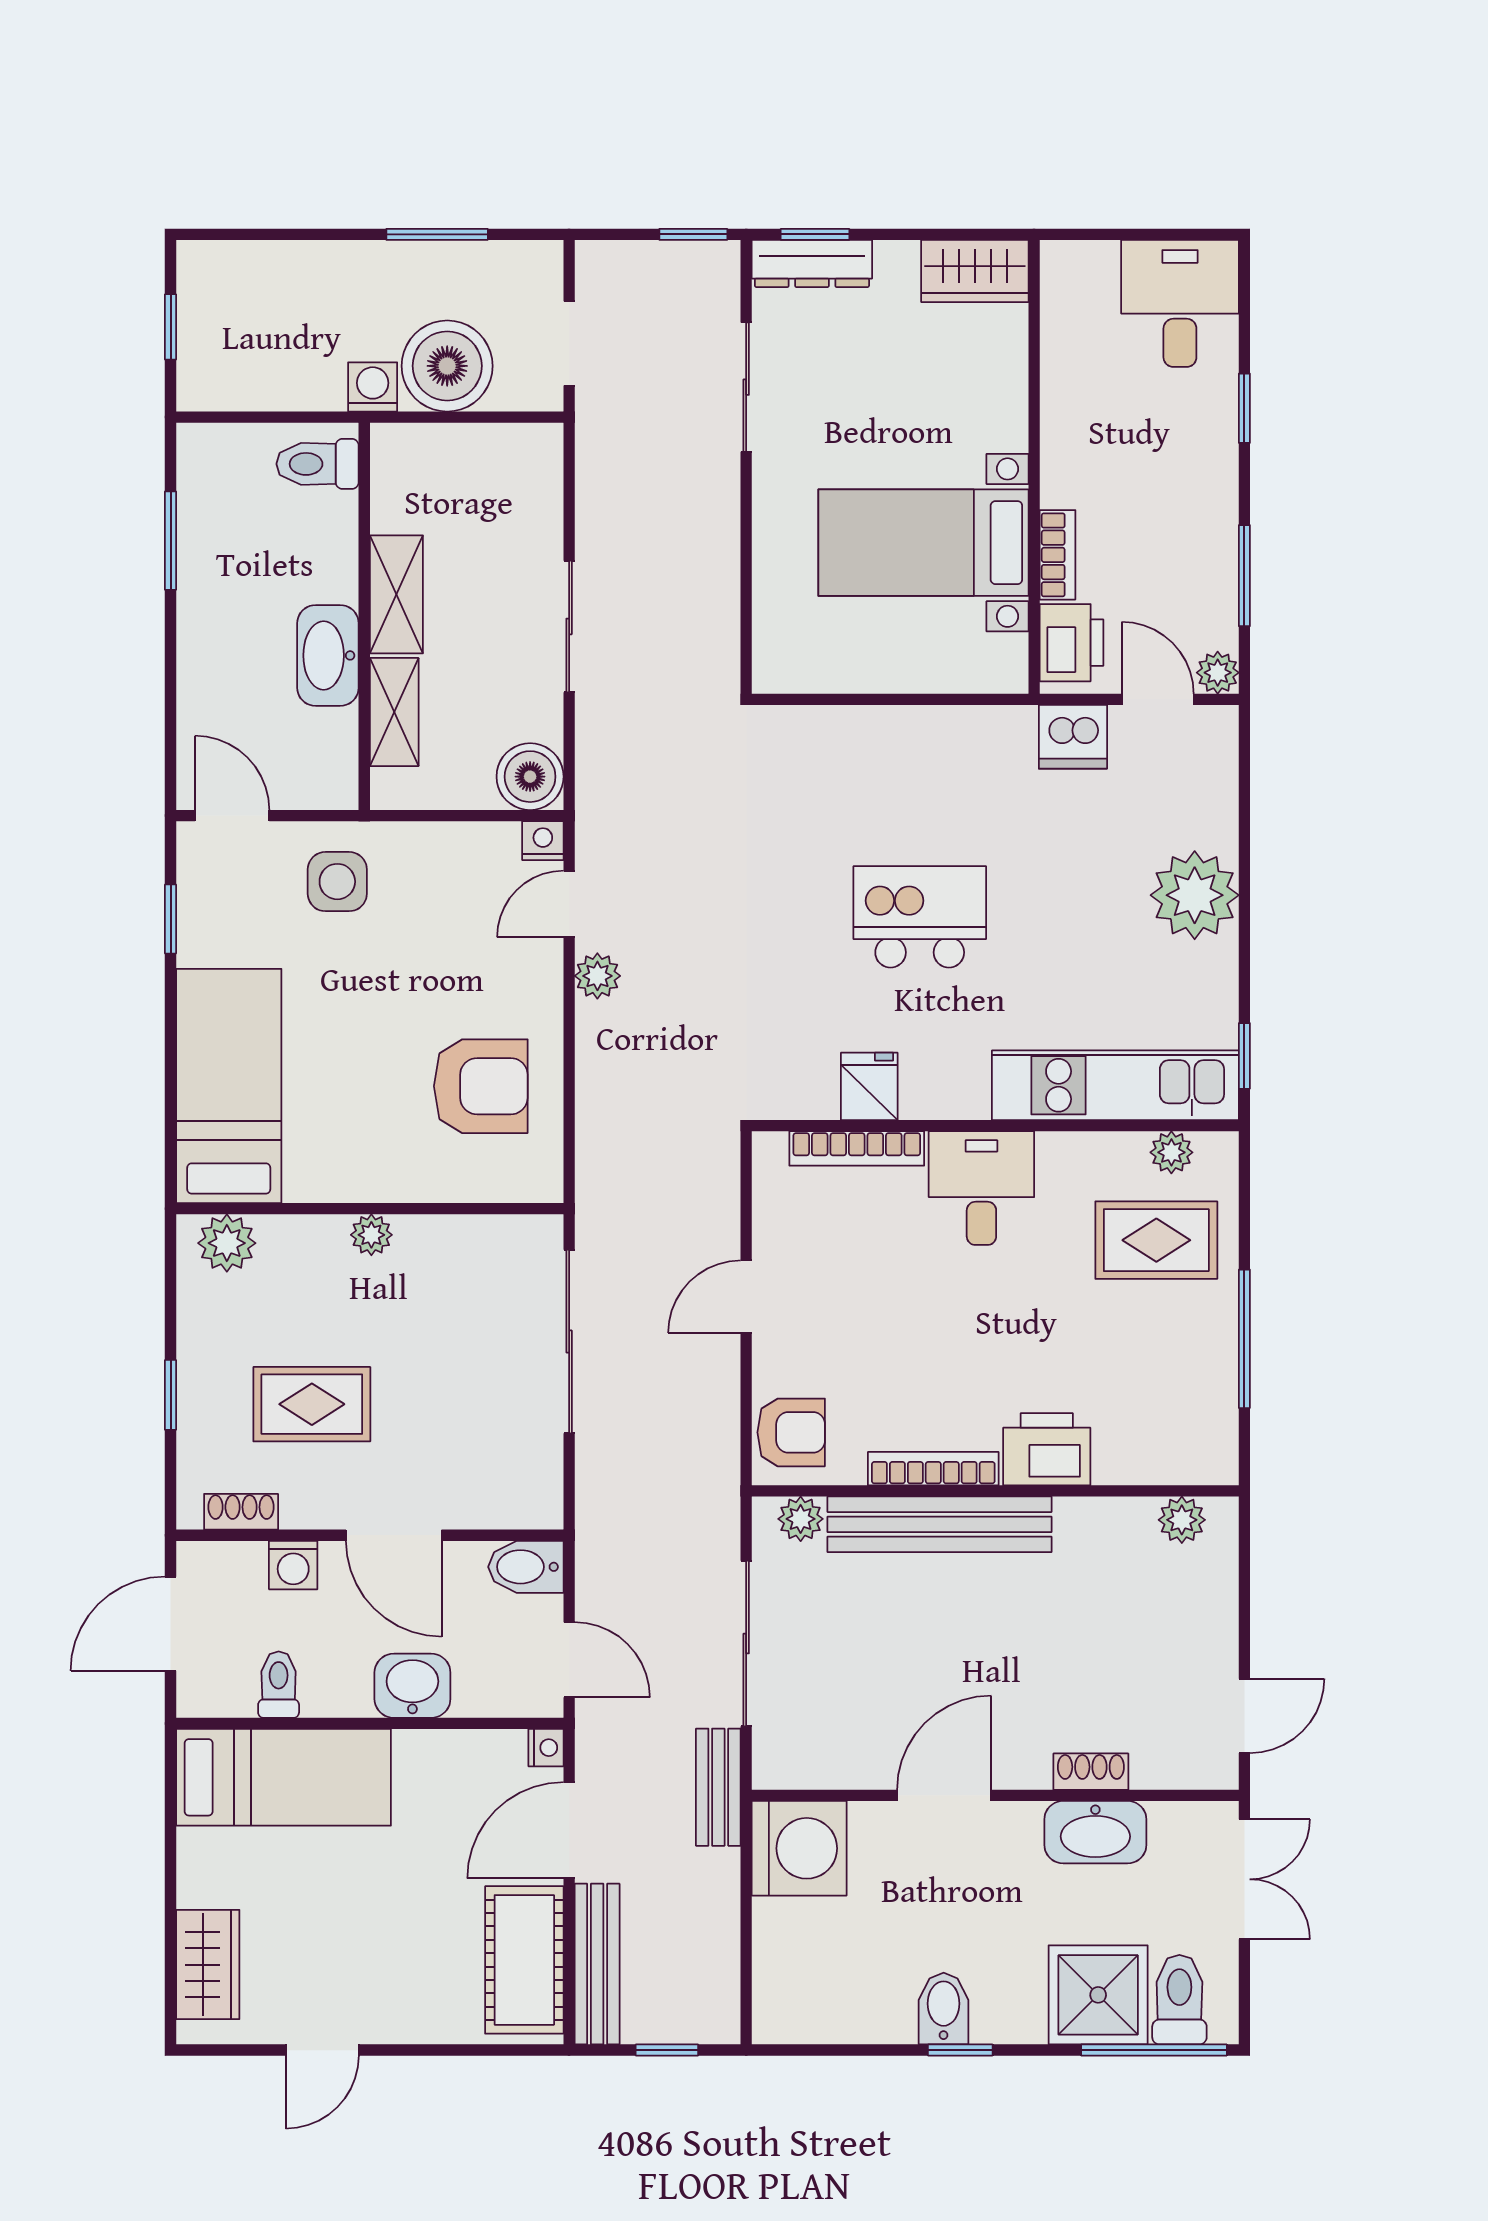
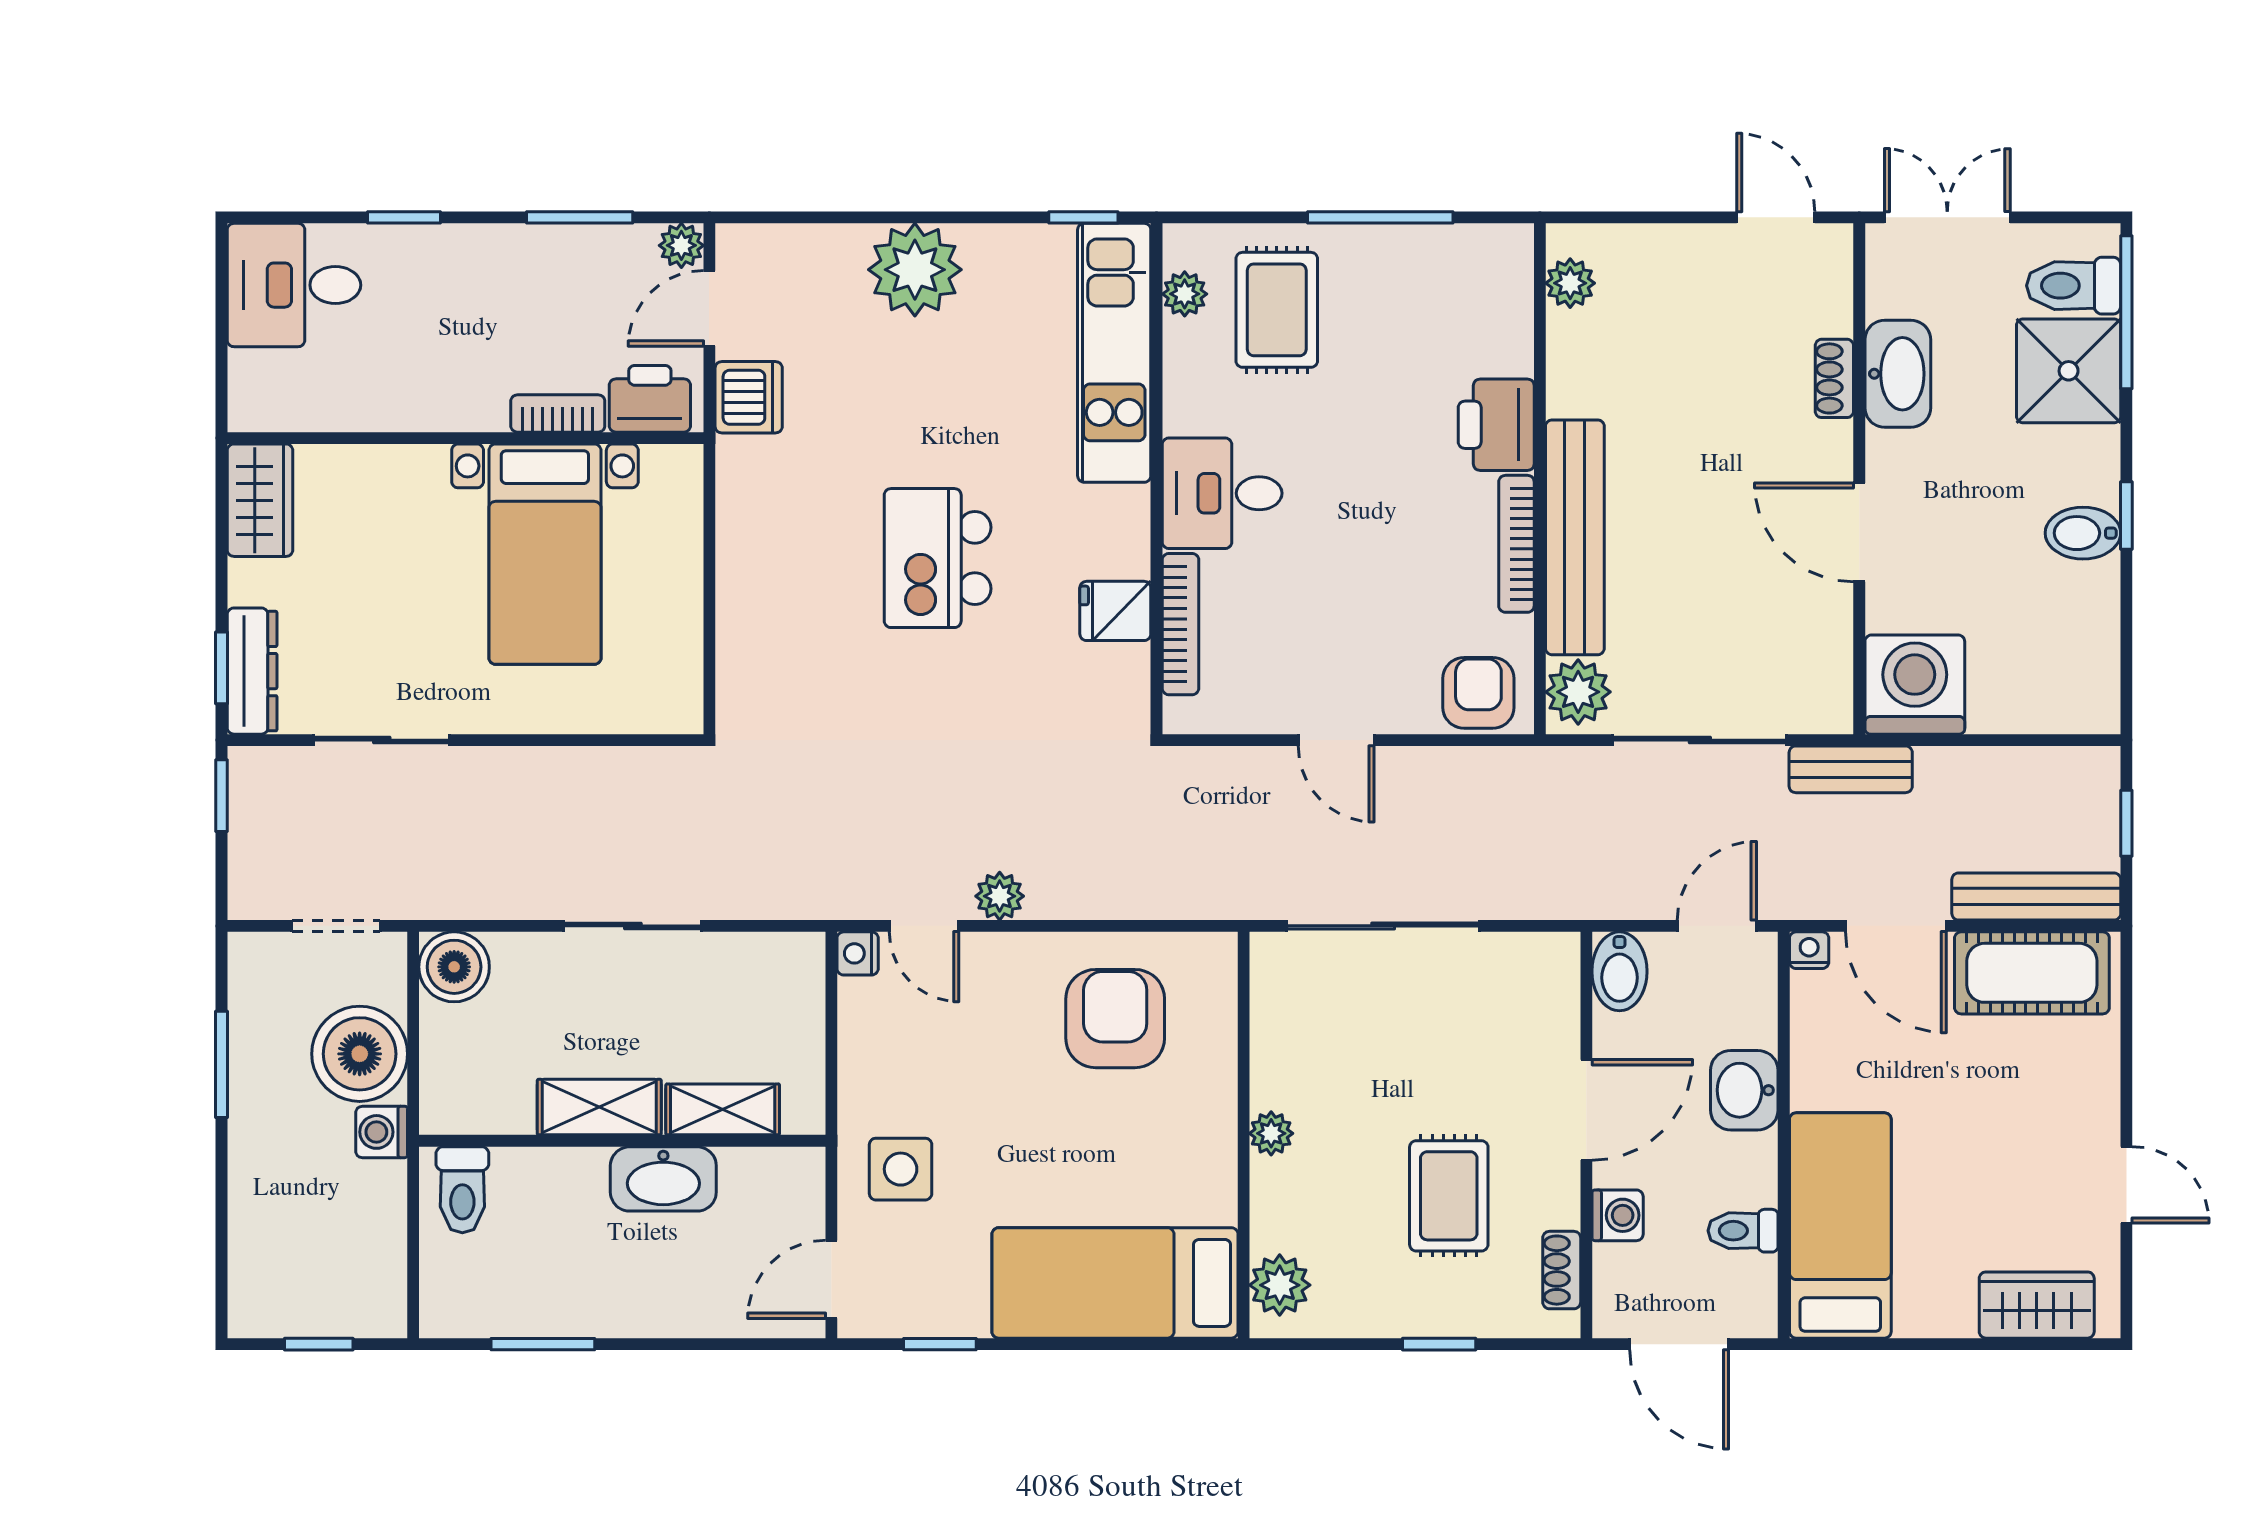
boiler: (530, 777) -> (454, 967), moved
plant: (801, 1519) -> (1578, 692), width x1.38, depth x1.38

